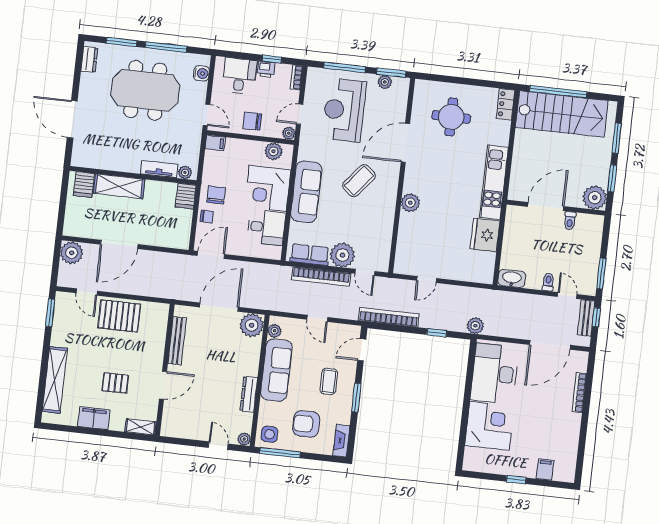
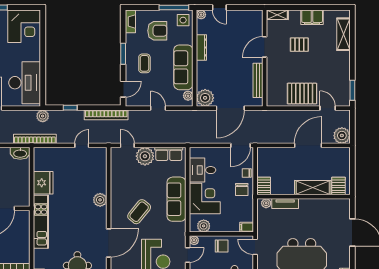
bookcase: (321, 277) -> (35, 139), moved
shelving: (55, 380) -> (344, 34), width x0.68
corner desk: (489, 426) -> (24, 26), moved, turned -90

